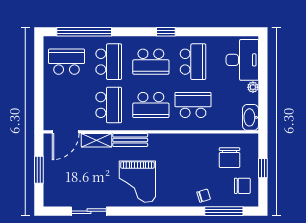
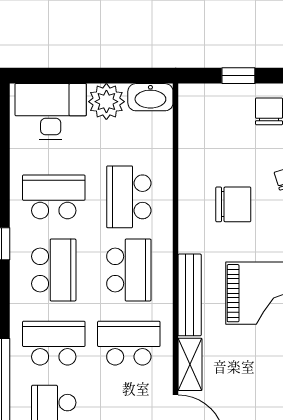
plant: (253, 87) -> (106, 102), width x1.88, depth x1.88
bench: (130, 140) -> (190, 295), width x1.36
chair: (230, 158) -> (233, 204), moved

